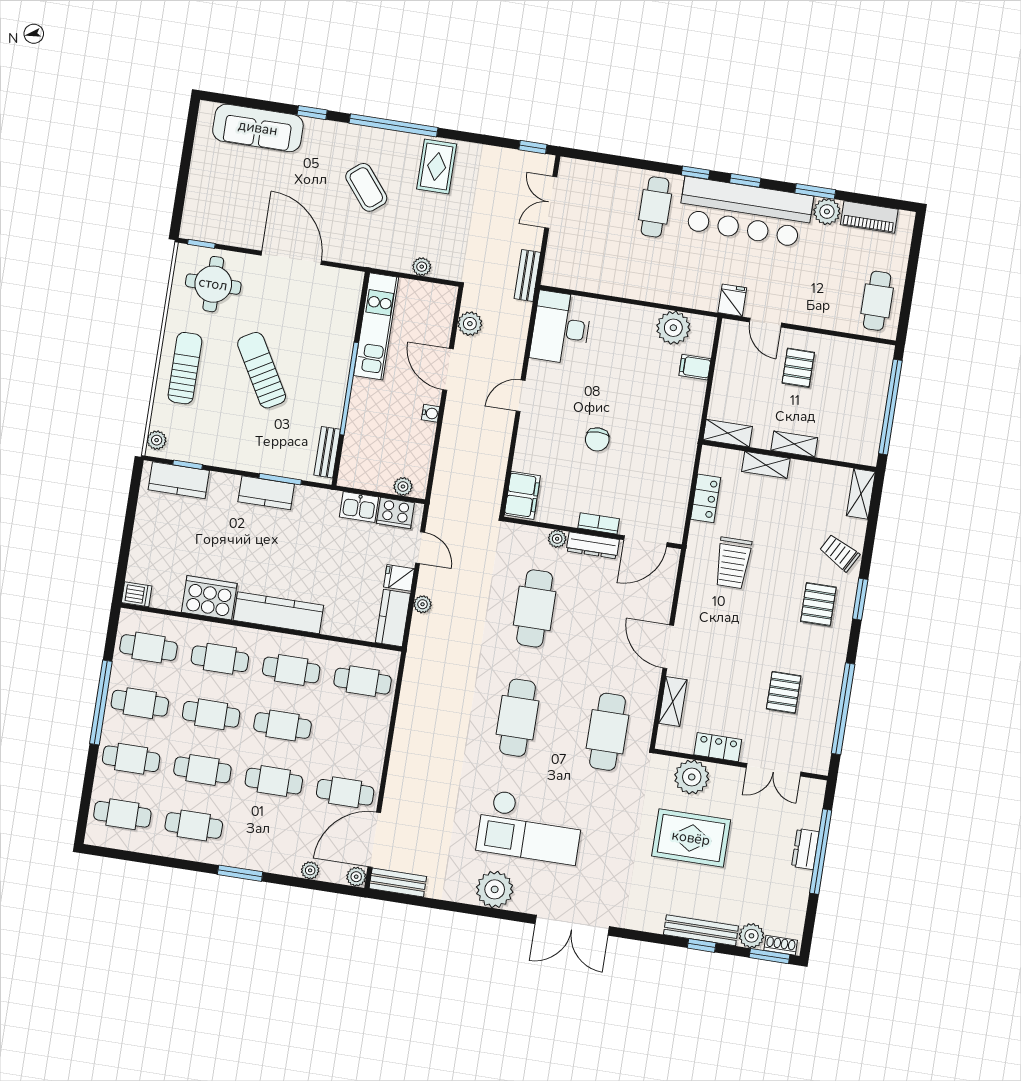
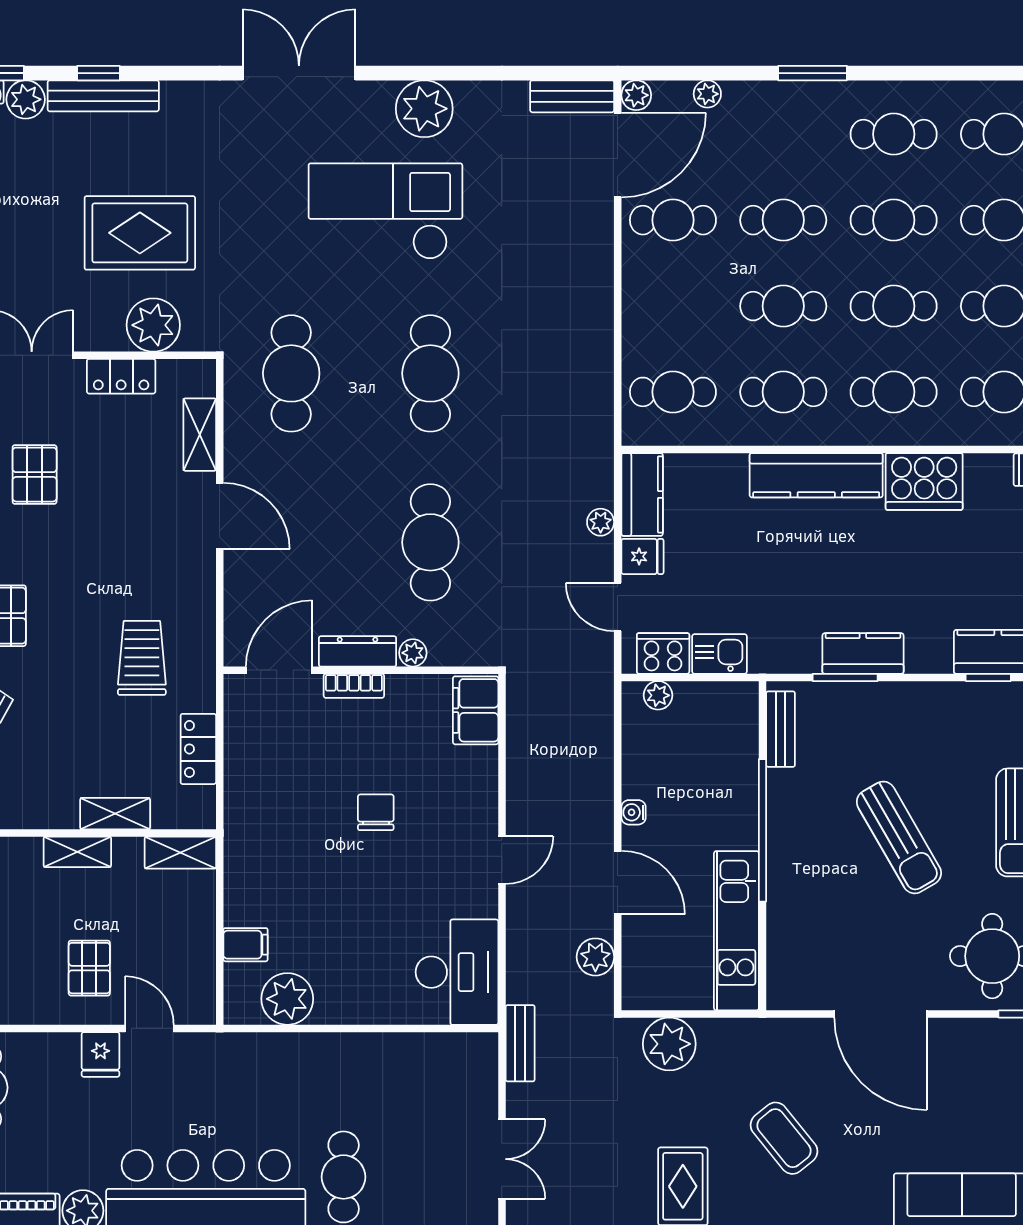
plant: (422, 267) -> (669, 1044), width x1.88, depth x1.88
fridge: (732, 300) -> (100, 1054), moved

